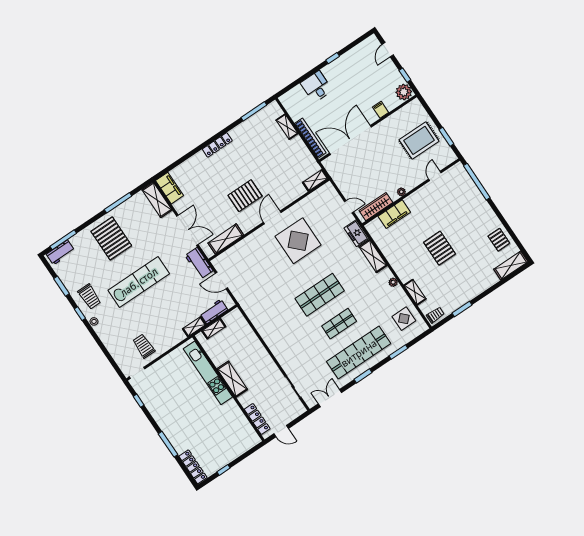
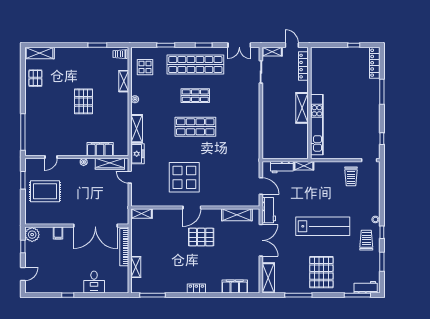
locker: (217, 145) -> (196, 289), width x0.66
filing cabinet: (169, 188) -> (235, 287), moved, turned 90
double door: (187, 230) -> (261, 240), swing flipped
lab bench: (139, 282) -> (323, 226), turned 180
shelving: (214, 329) -> (272, 52), moved

